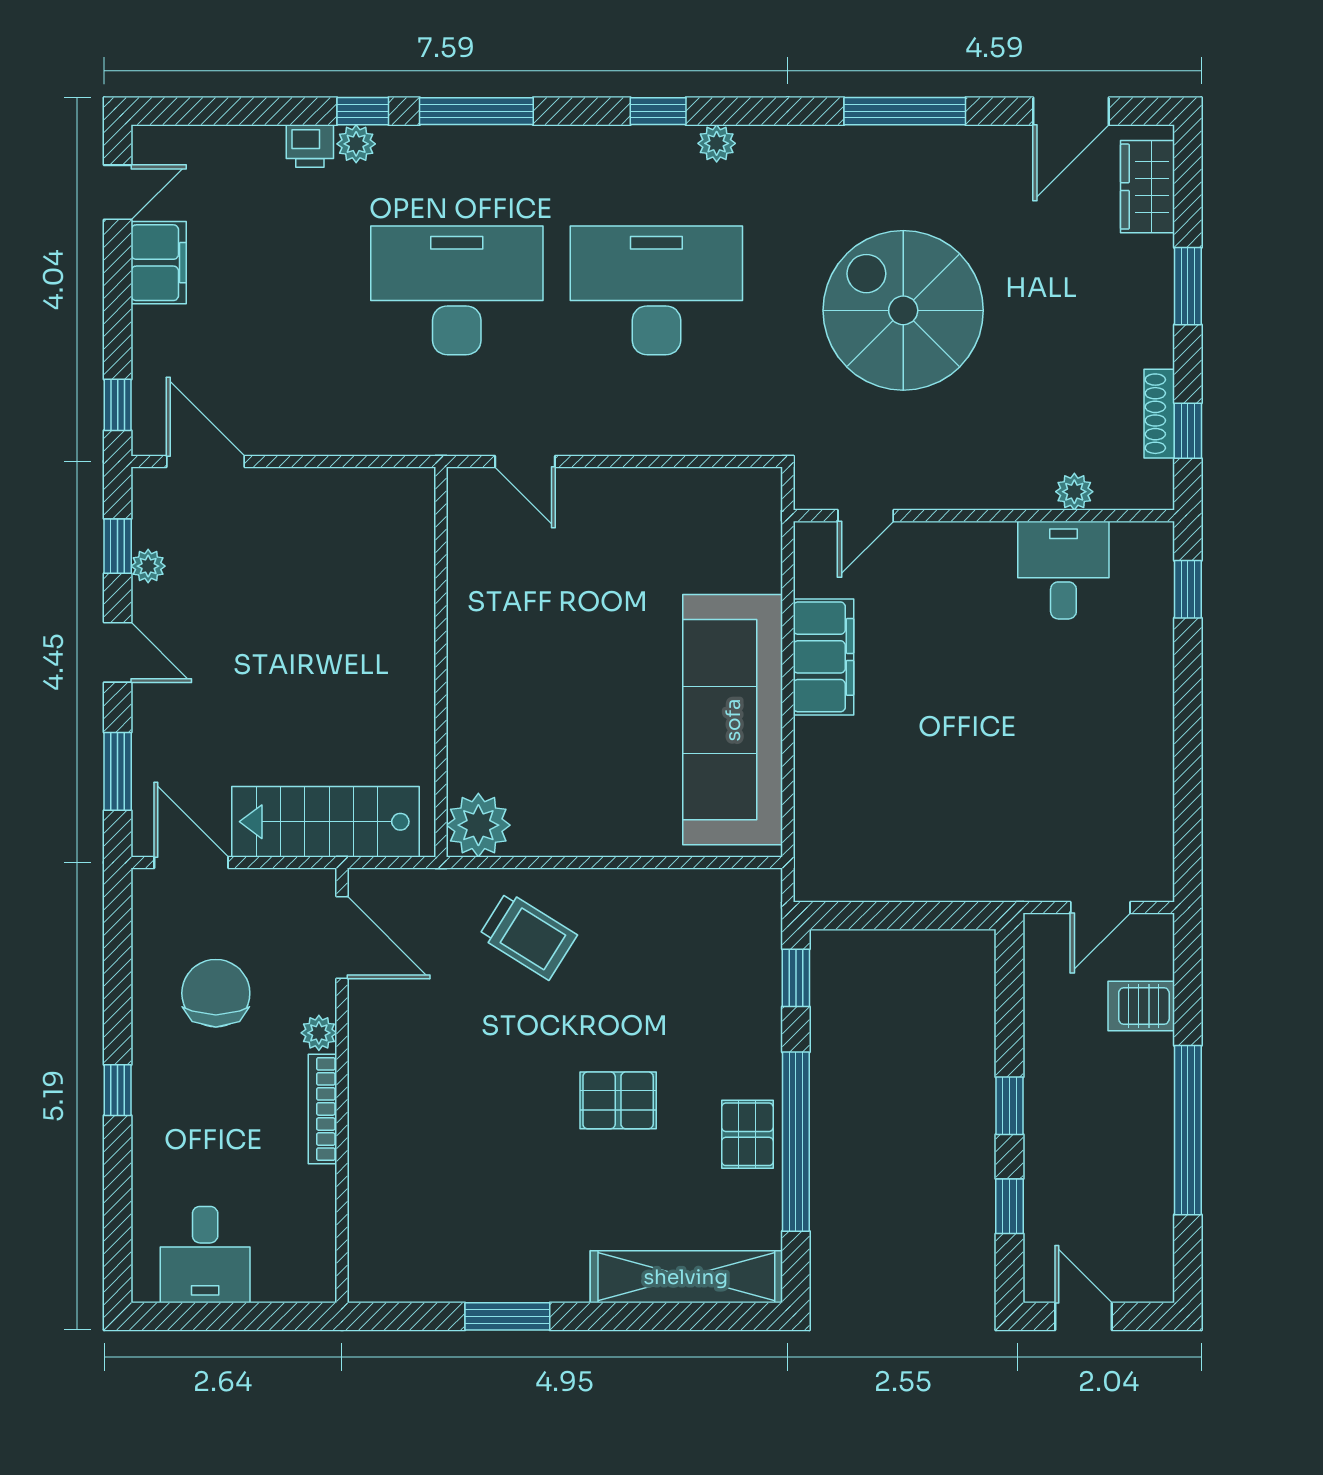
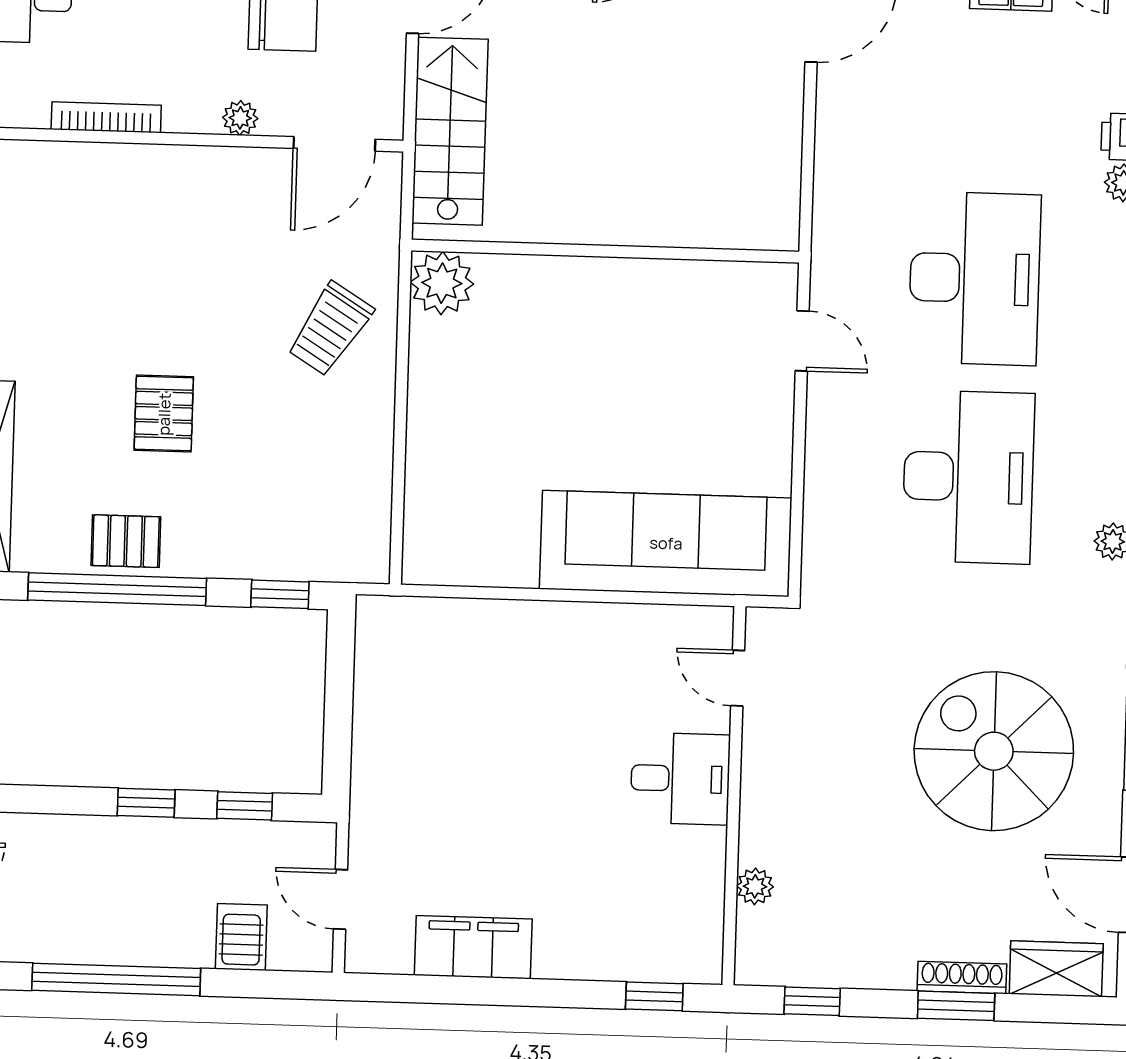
spiral stairs: (903, 310) -> (994, 751), moved, turned -90
shoe rack: (1159, 414) -> (962, 977), moved
door: (525, 462) -> (802, 341), swing flipped
desk: (1063, 570) -> (680, 779), moved
filing cabinet: (823, 657) -> (473, 947), moved, turned 180
sofa: (733, 720) -> (666, 543), moved
bookcase: (322, 1109) -> (106, 117), moved
window: (1009, 1206) -> (245, 806), moved

